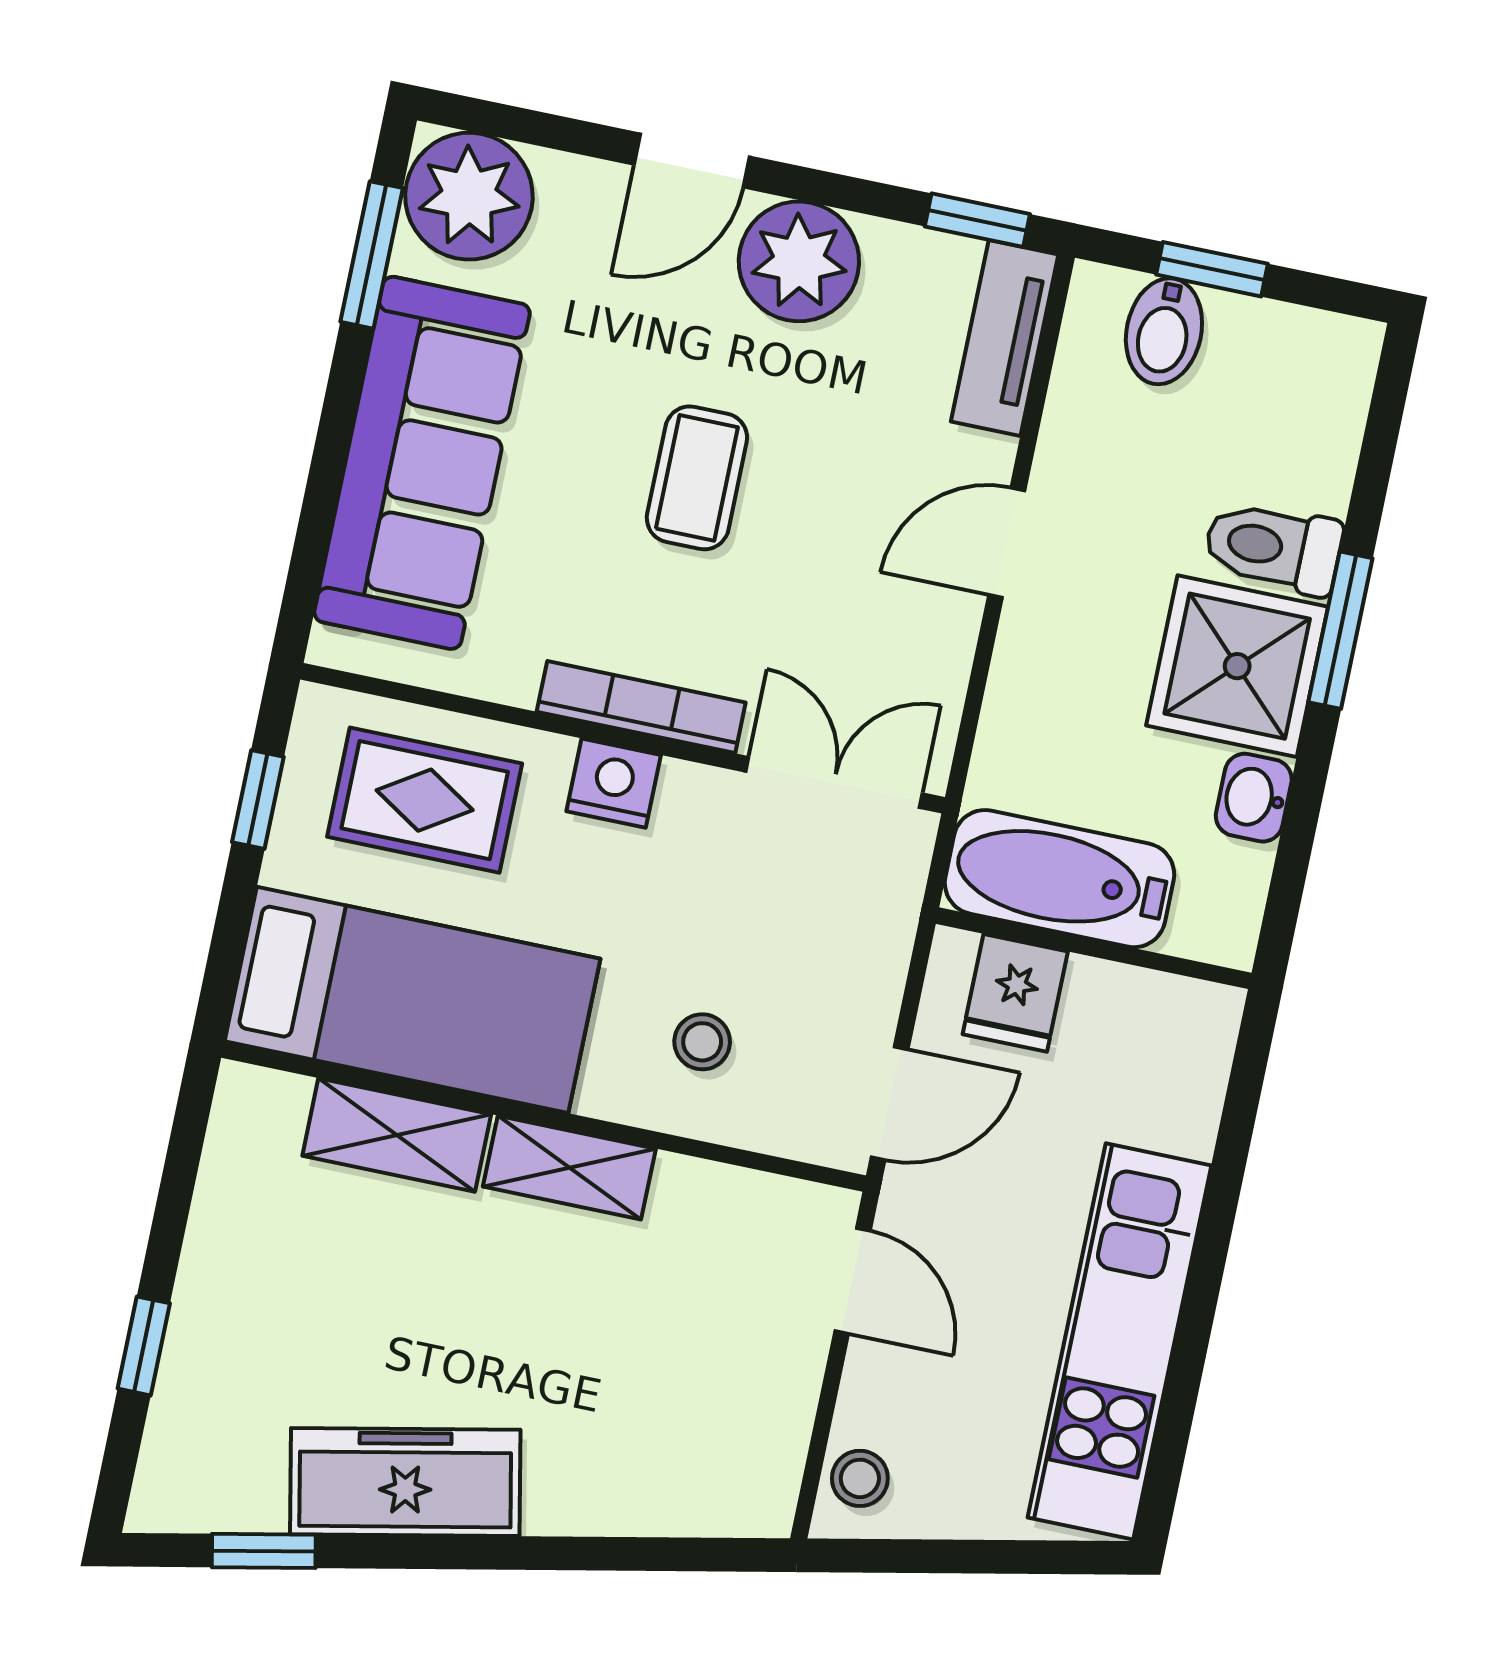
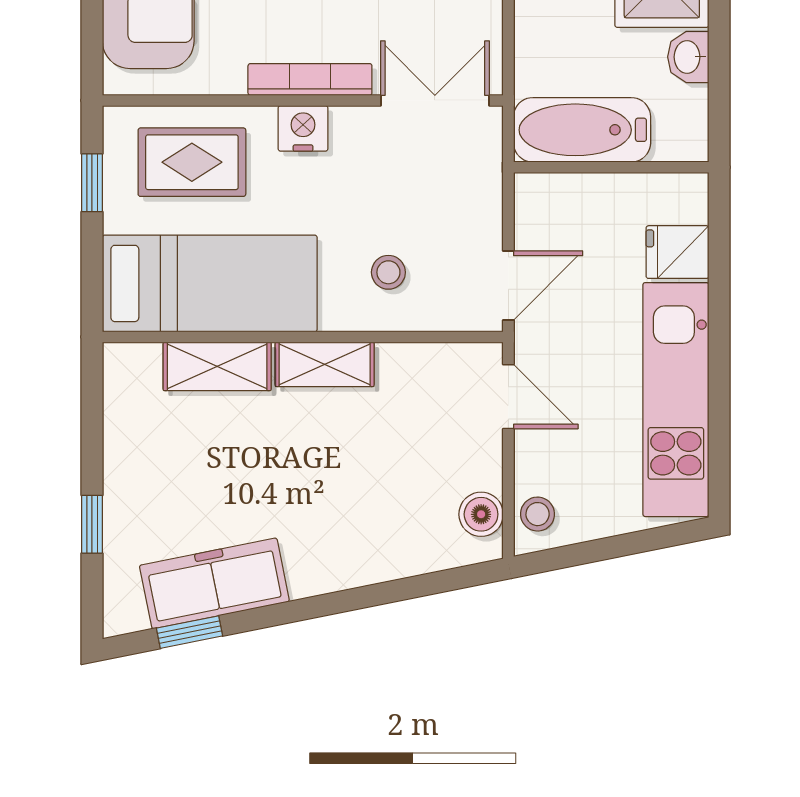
fridge: (1015, 993) -> (677, 252), moved, turned 90
boiler: (770, 1460) -> (481, 514), added
freezer: (405, 1482) -> (214, 583), moved

